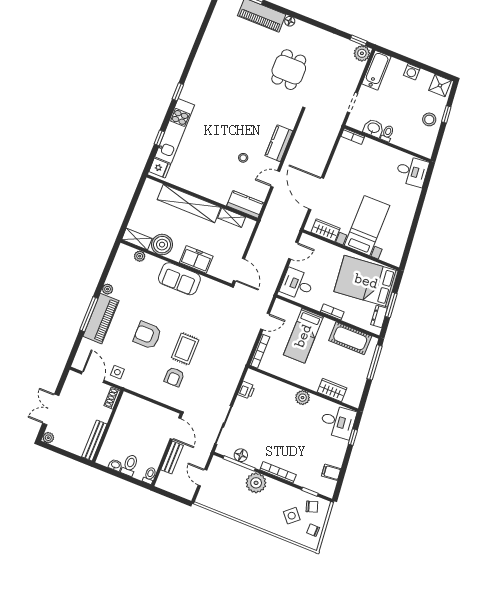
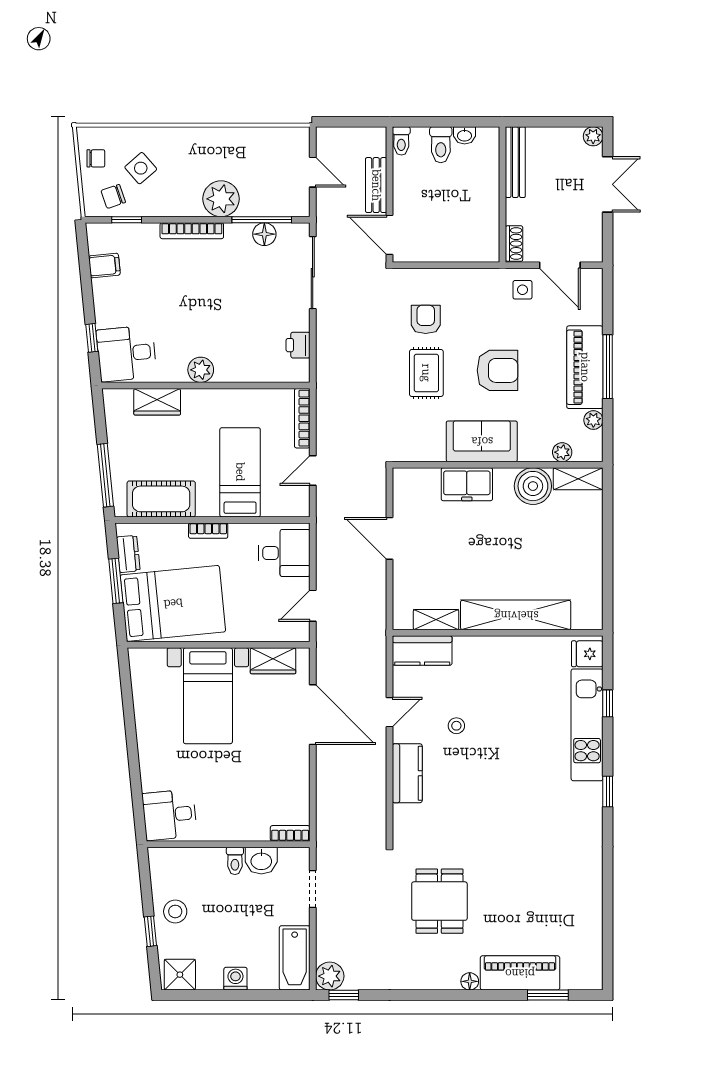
shelving: (137, 239) -> (578, 479), moved
boiler: (162, 245) -> (533, 486), moved
plant: (140, 256) -> (562, 452), moved
freezer: (196, 259) -> (467, 484), moved
wall: (176, 263) -> (498, 465), moved
sofa: (179, 279) -> (482, 441), moved

